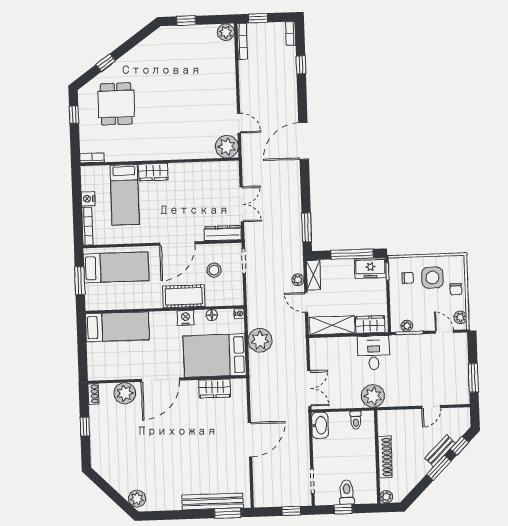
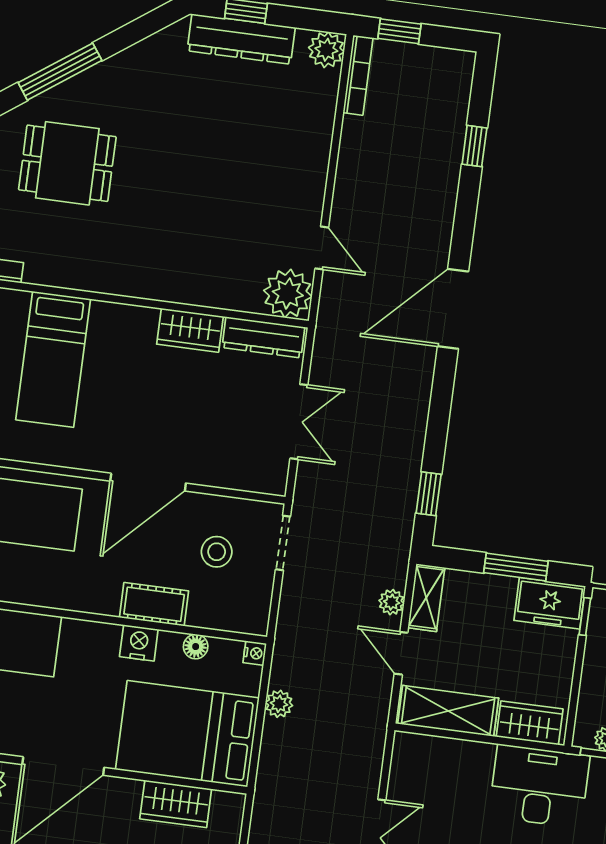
bookcase: (290, 33) -> (463, 76), removed
dresser: (186, 34) -> (241, 39), added
window: (106, 63) -> (60, 72), width x2.17
dining table: (116, 104) -> (67, 163), turned 90
wardrobe: (153, 172) -> (190, 330), moved
window: (307, 227) -> (429, 494), width x0.67
dresser: (223, 233) -> (263, 337), moved, turned 180
window: (352, 254) -> (516, 567), width x0.69
cot: (184, 296) -> (154, 604), width x0.73, depth x0.75
plant: (260, 340) -> (279, 704), width x0.53, depth x0.53
desk: (374, 353) -> (539, 786), width x1.37

